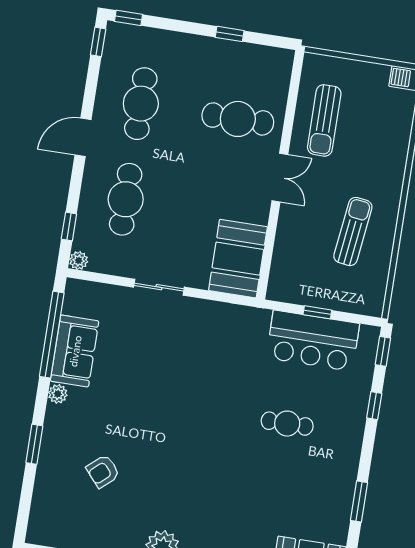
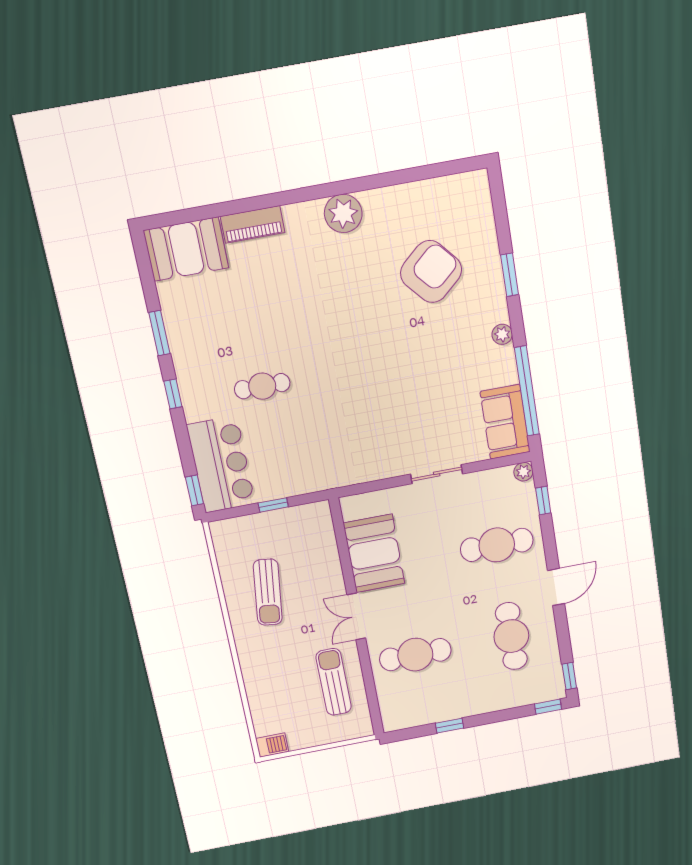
cafe table: (126, 199) -> (497, 545), turned 90
booth: (238, 259) -> (374, 553), moved
bar counter: (313, 341) -> (221, 465), moved, turned 90
sofa: (75, 351) -> (505, 422), moved
window: (374, 406) -> (173, 394), moved
armchair: (103, 471) -> (431, 272), width x1.88, depth x1.88

